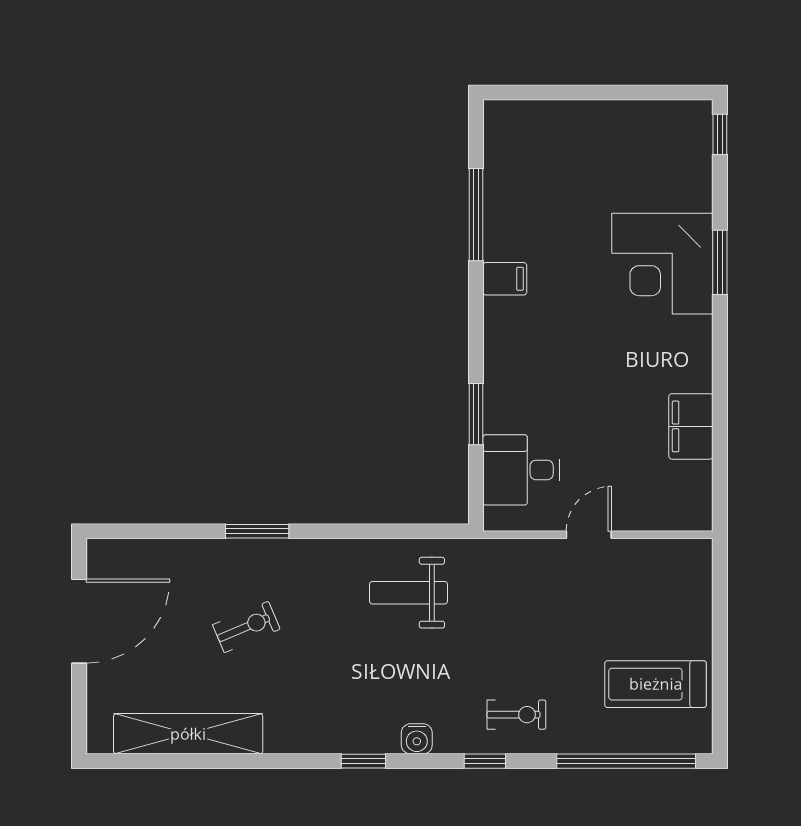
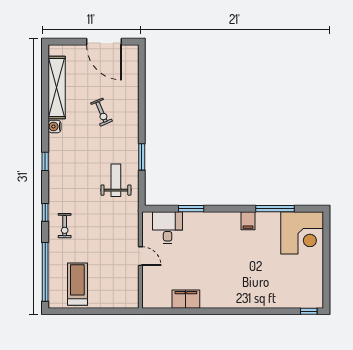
window: (720, 262) -> (255, 311), removed
corner desk: (662, 264) -> (302, 233), moved, turned 180
window: (257, 531) -> (142, 157), moved
water cooler: (417, 739) -> (54, 126), moved

